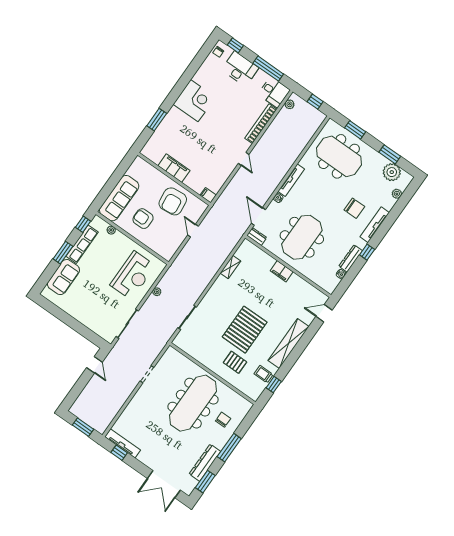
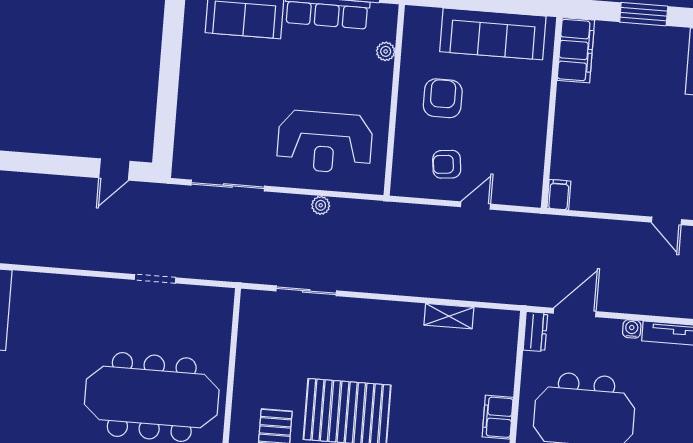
door: (244, 159) -> (666, 221), hinge flipped
filing cabinet: (174, 168) -> (576, 50), moved
sofa: (119, 198) -> (493, 34), moved
armchair: (173, 201) -> (447, 164), moved, width x0.53, depth x0.53

